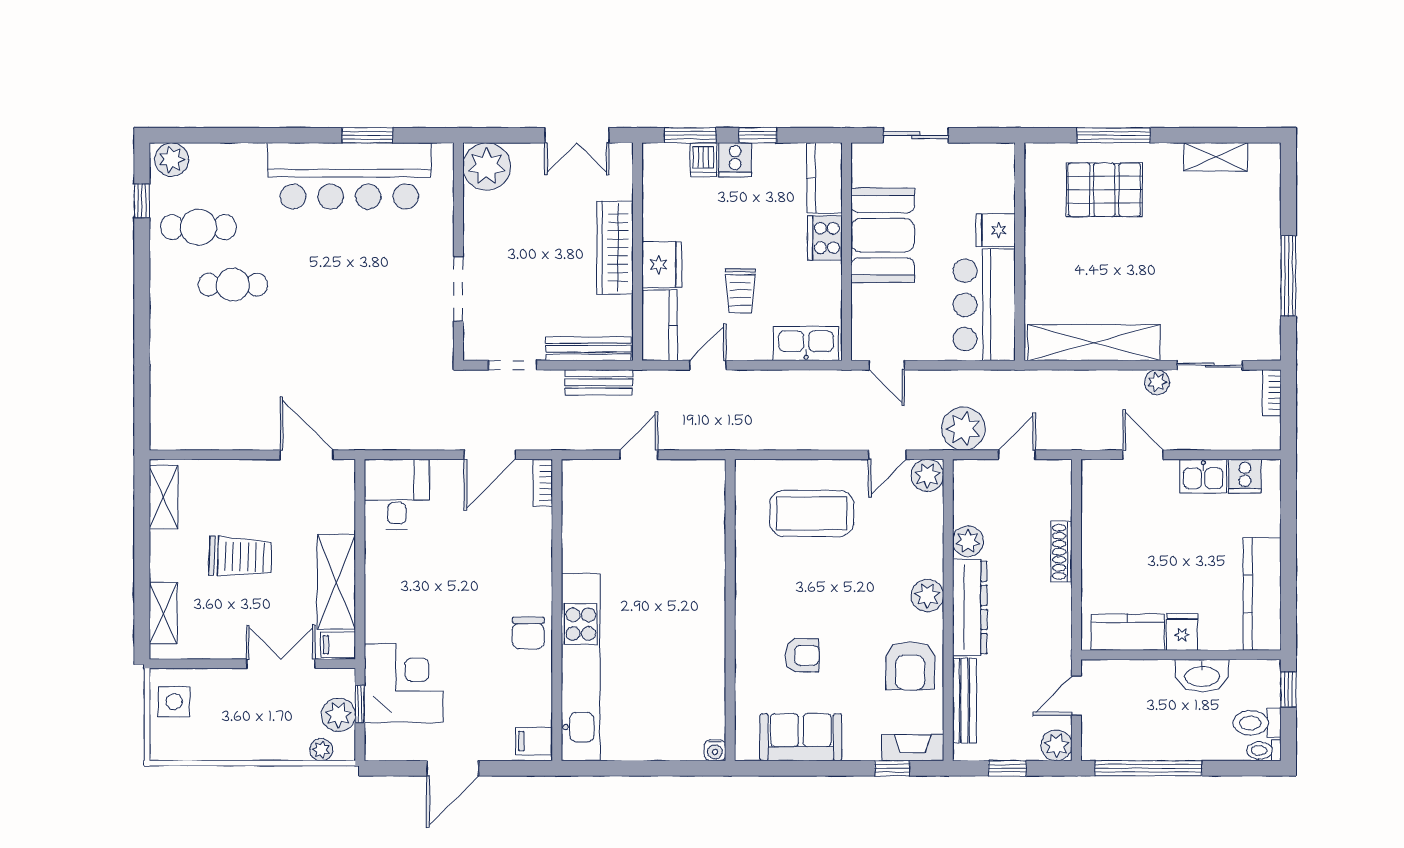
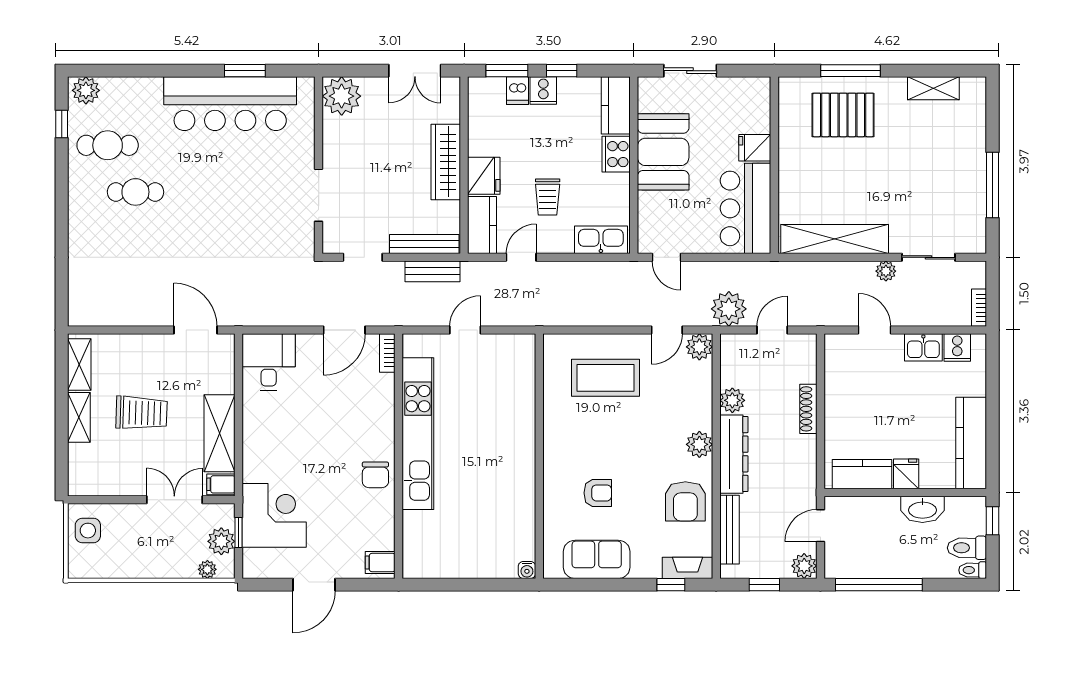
bookcase: (1272, 393) -> (979, 308), moved
shelving: (163, 613) -> (79, 417), moved
kitchen unit: (581, 667) -> (418, 434), moved

